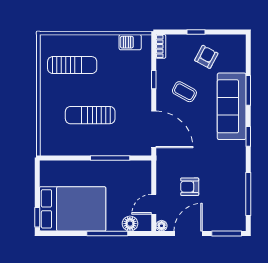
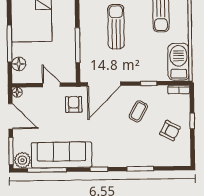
barbecue: (130, 42) -> (179, 62), width x1.88, depth x1.53
sofa: (232, 106) -> (62, 155), moved
armchair: (190, 187) -> (74, 104), moved
door: (154, 204) -> (51, 85), moved
plant: (237, 221) -> (22, 160), added

